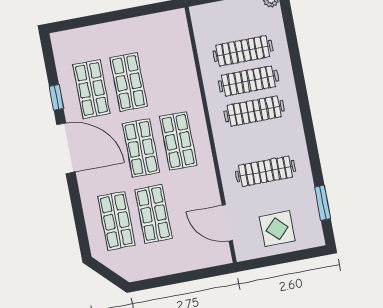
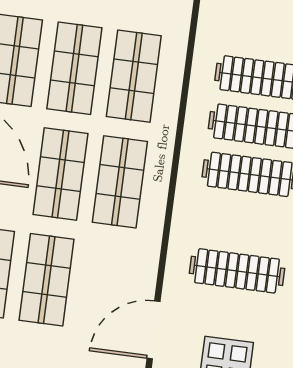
shop shelf: (166, 75) -> (134, 76), added
door: (227, 223) -> (154, 330), hinge flipped

